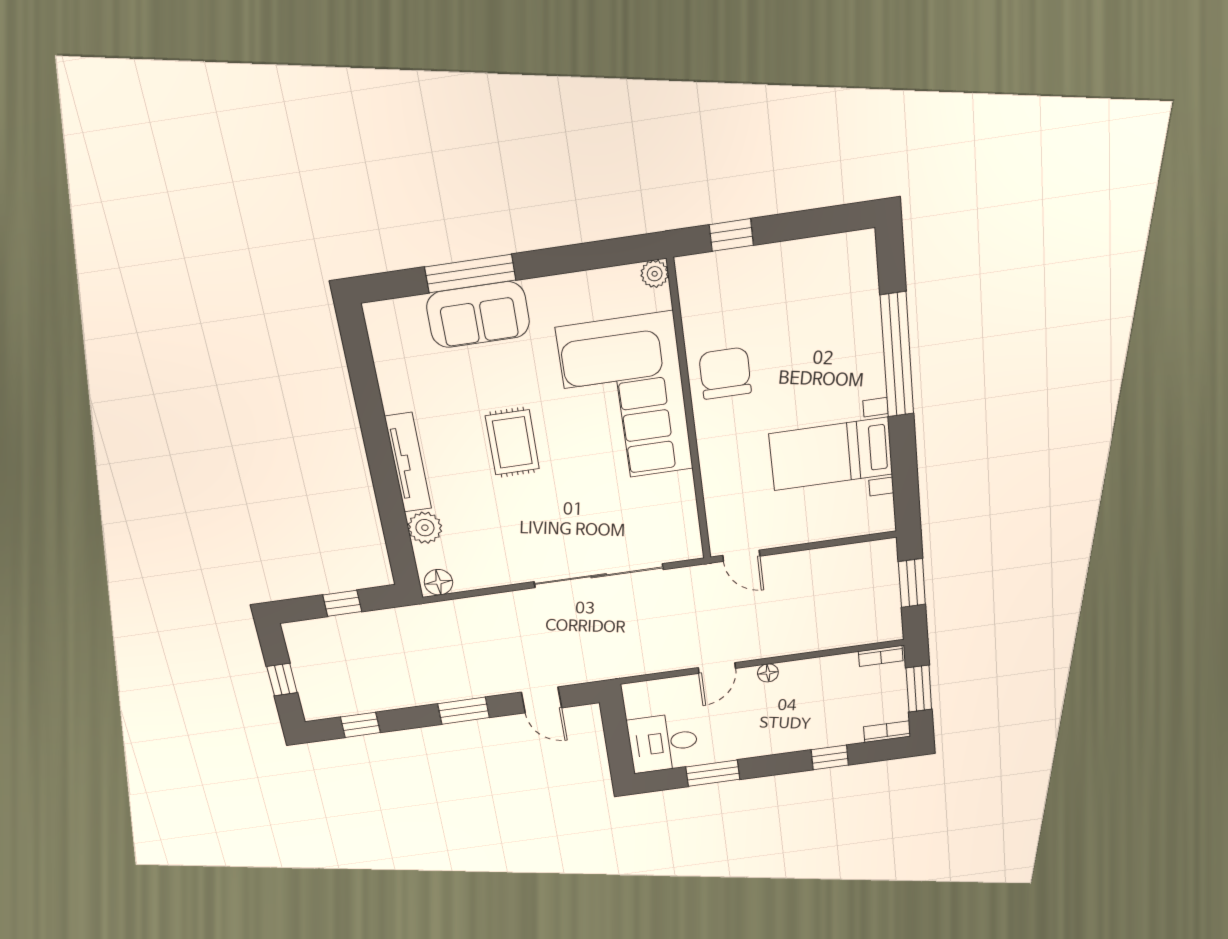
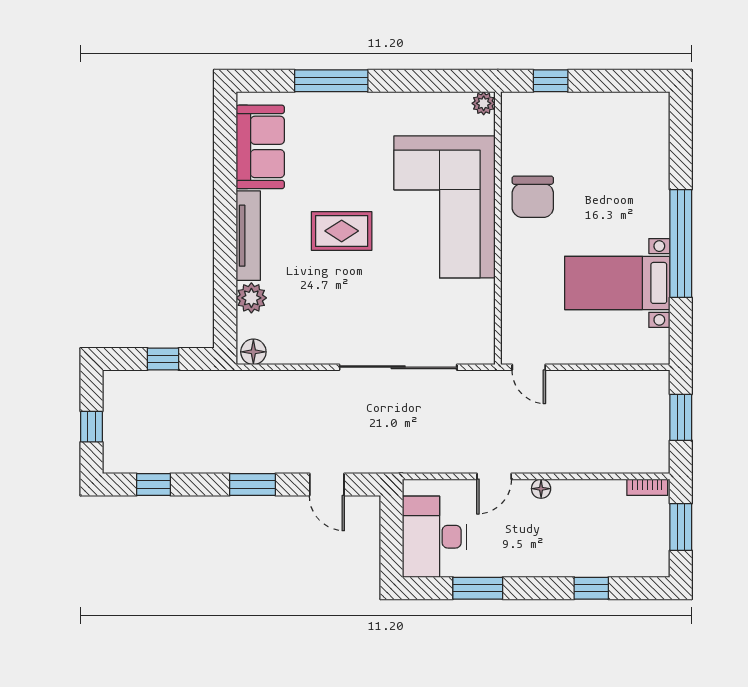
sofa: (478, 315) -> (260, 147), moved, turned -90
window: (897, 355) -> (681, 243), moved
chair: (725, 373) -> (533, 197), turned 180
rug: (512, 442) -> (342, 231), turned 90
bookcase: (887, 732) -> (648, 569), removed
desk: (663, 743) -> (434, 537), width x1.37

